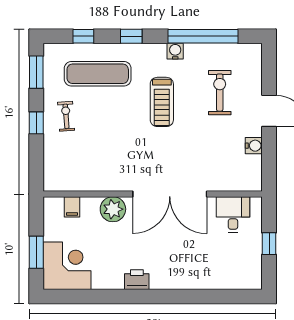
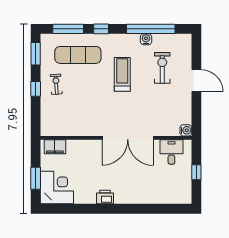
window: (83, 36) -> (68, 29), width x2.17
water cooler: (175, 51) -> (146, 39), moved
treadmill: (162, 102) -> (122, 74), turned 180
water cooler: (254, 146) -> (186, 130), moved
filing cabinet: (72, 207) -> (55, 147), width x2.00
plant: (113, 209) -> (89, 148), removed

